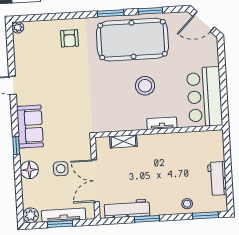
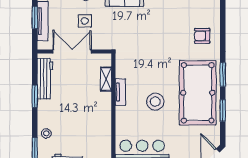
tv unit: (162, 123) -> (120, 92), moved

